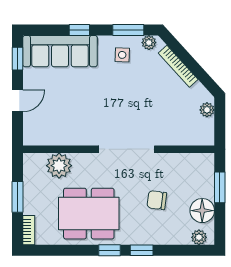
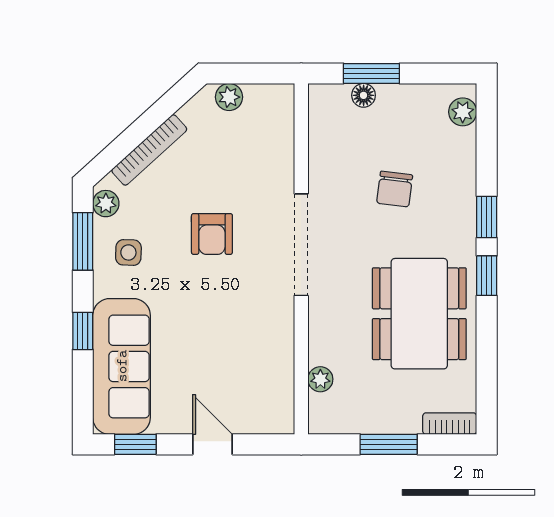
armchair: (132, 100) -> (212, 234), added
plant: (59, 166) -> (320, 379), width x0.53, depth x0.53
floor lamp: (202, 211) -> (364, 95), moved, width x0.53, depth x0.53

